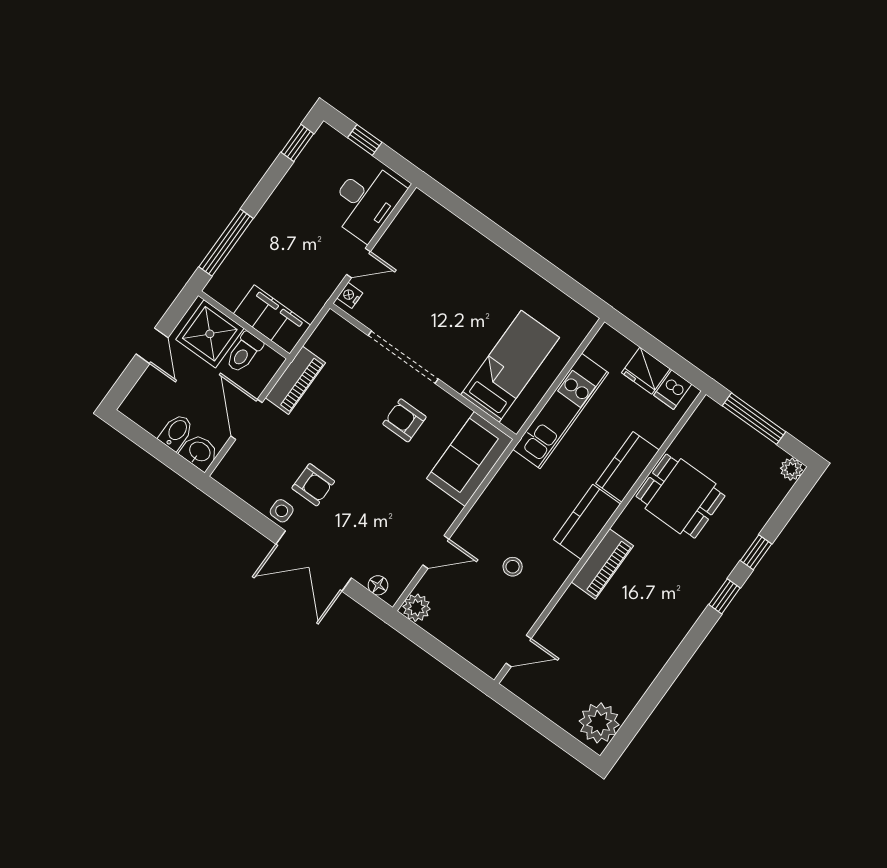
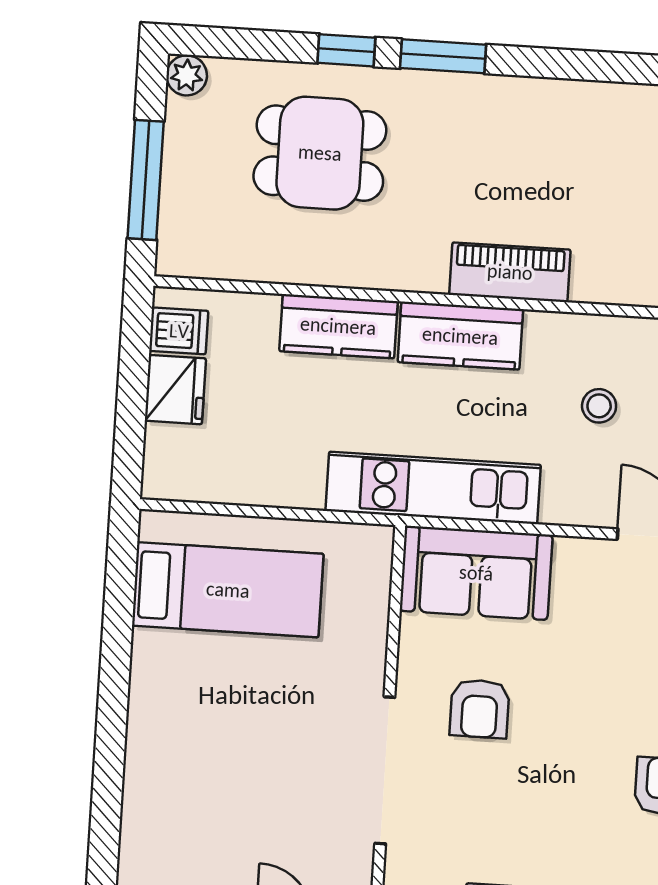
bed: (510, 366) -> (228, 590), moved, turned 180
kitchen unit: (561, 411) -> (433, 488), moved
dining table: (681, 496) -> (320, 153), moved, turned 90
window: (724, 596) -> (443, 56), width x1.50

